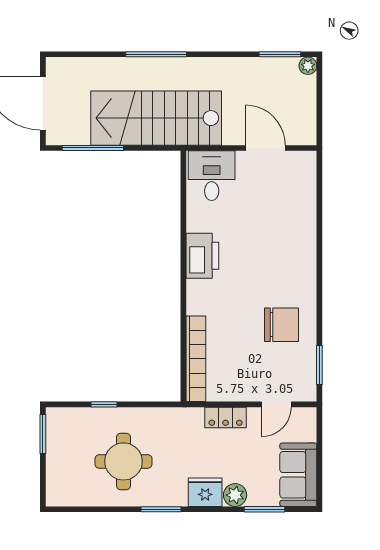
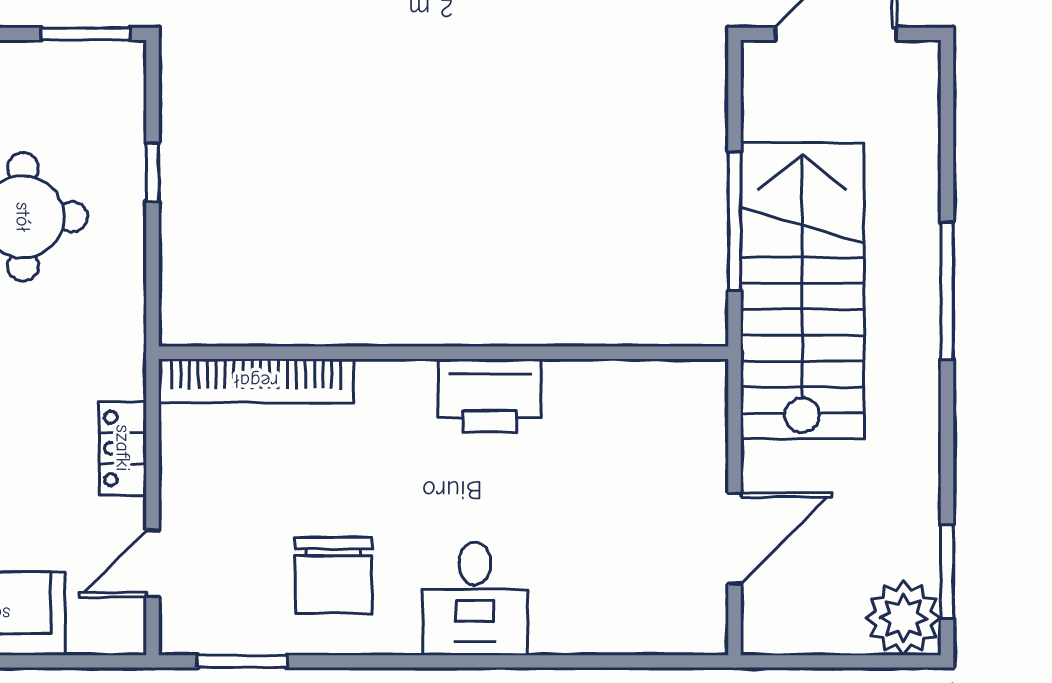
plant: (308, 66) -> (903, 618), width x1.88, depth x1.88
window: (93, 148) -> (734, 221), moved
desk: (212, 176) -> (475, 599), moved, turned 90
door: (276, 404) -> (153, 563), hinge flipped

